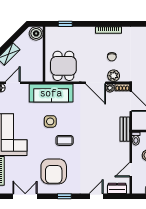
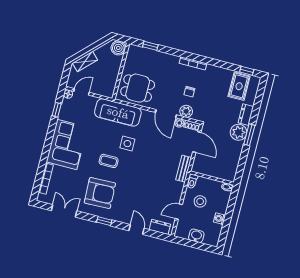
dining table: (63, 66) -> (138, 88), turned 90
side table: (50, 121) -> (127, 144), moved
coffee table: (65, 140) -> (109, 161), moved
armchair: (54, 171) -> (100, 193), turned -92
door: (96, 196) -> (137, 230), hinge flipped

